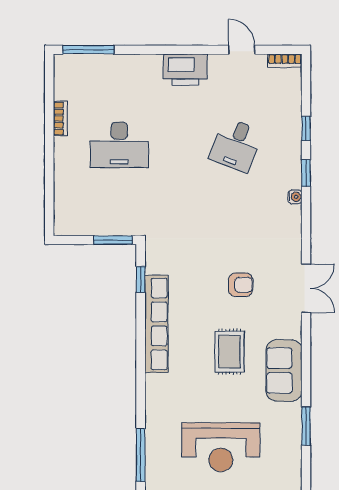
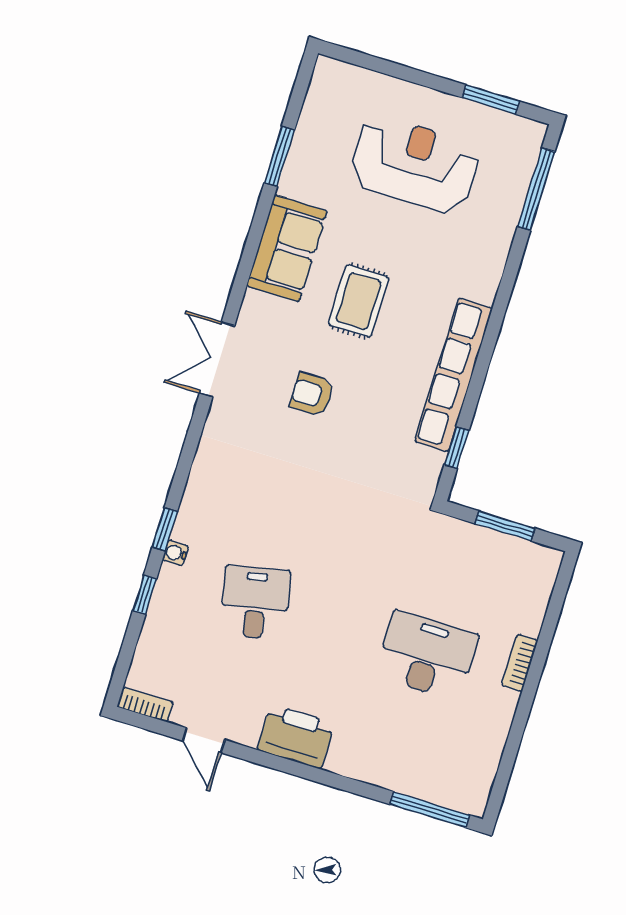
bookcase: (60, 118) -> (520, 663), moved
desk: (236, 145) -> (255, 603), turned -33
water cooler: (295, 197) -> (175, 553), moved
window: (113, 240) -> (505, 526), moved

